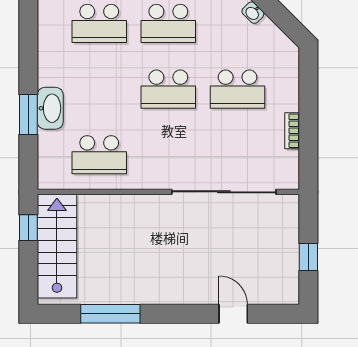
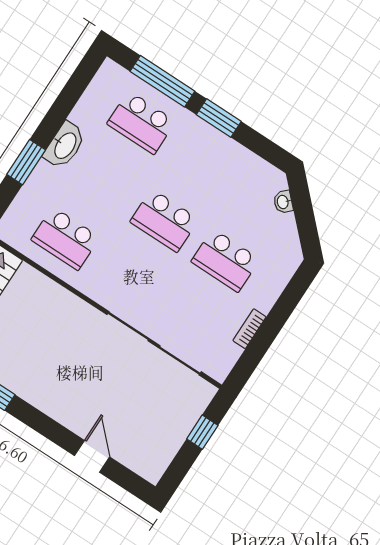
school desk: (168, 23) -> (202, 163), removed
washbasin: (50, 108) -> (65, 145), moved
window: (308, 257) -> (202, 432), moved

